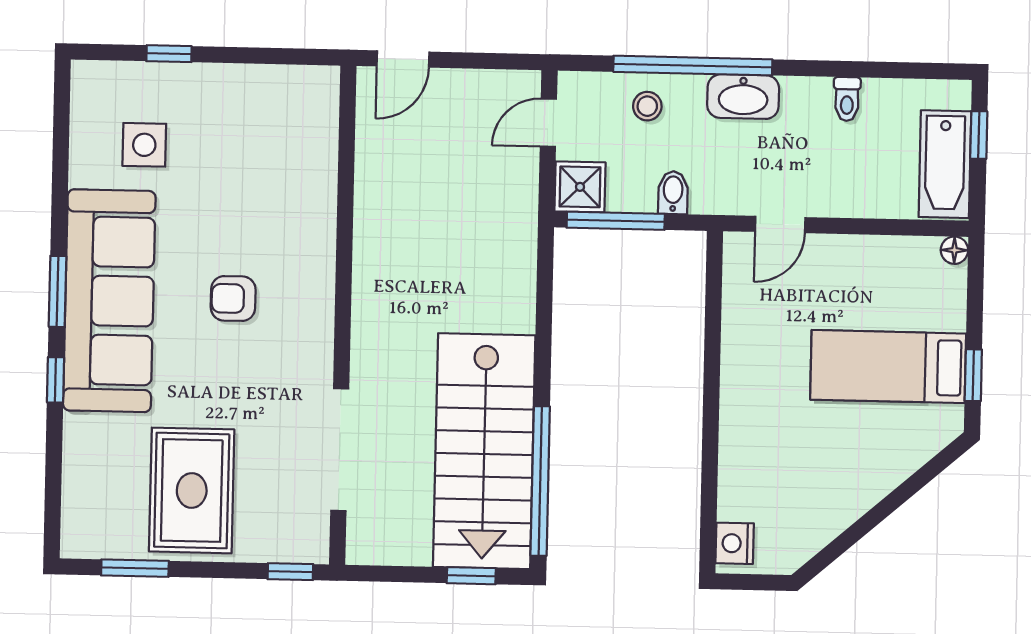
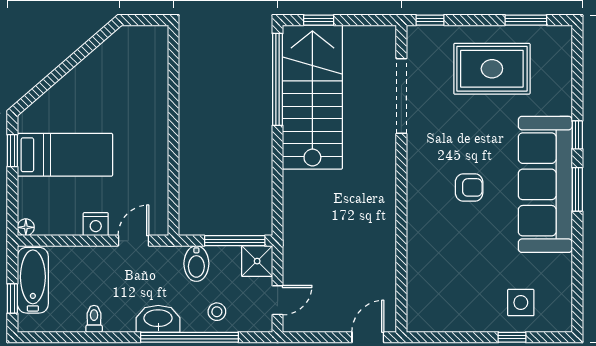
side table: (144, 145) -> (521, 303), moved
bidet: (673, 193) -> (196, 264), width x1.38, depth x1.36
rug: (192, 490) -> (492, 69), turned 90
nightstand: (735, 543) -> (96, 224), moved, turned 90

